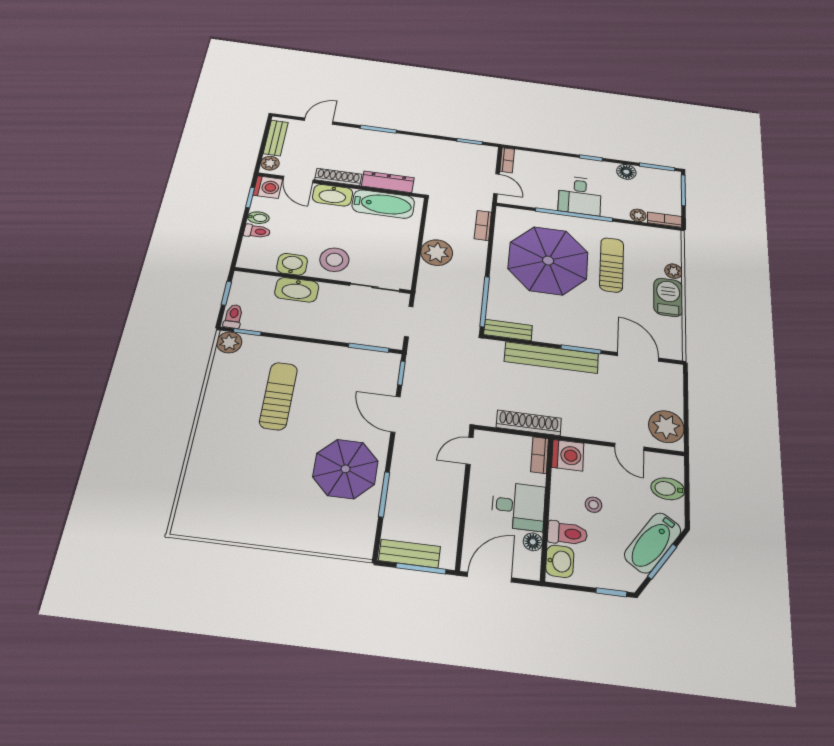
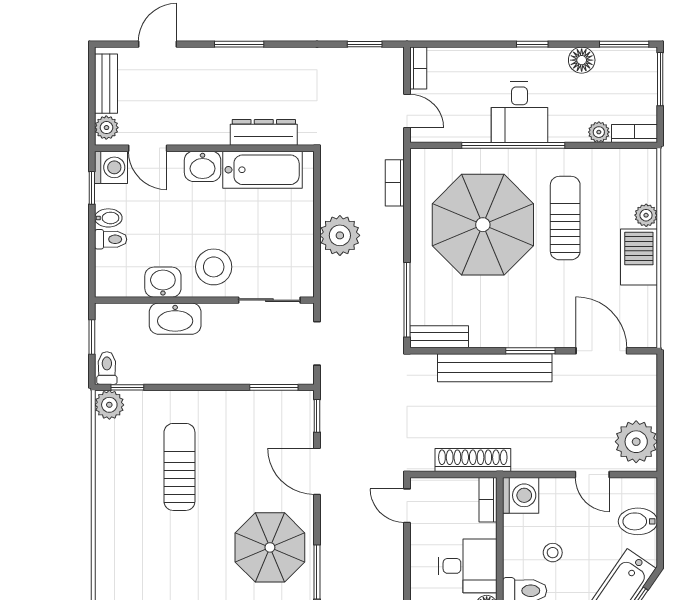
shoe rack: (338, 177) -> (198, 135), removed
washbasin: (333, 195) -> (203, 166), width x0.72
door: (470, 451) -> (407, 506), hinge flipped

